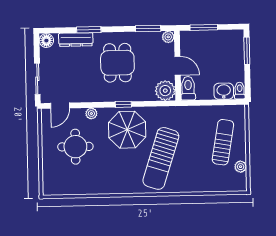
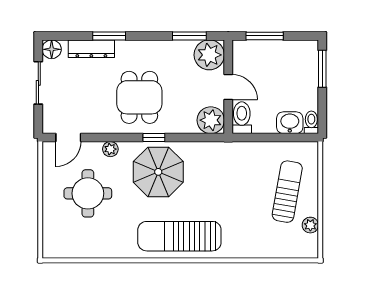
plant: (168, 37) -> (209, 55), width x1.88, depth x1.88
dining table: (117, 63) -> (139, 97), moved
sliding door: (37, 79) -> (38, 83), moved
sun lounger: (161, 158) -> (179, 236), moved, turned 72

